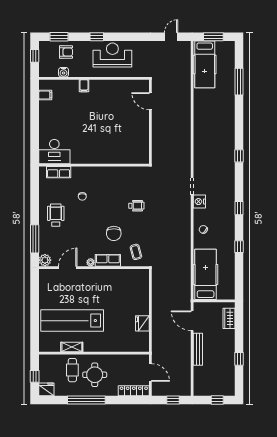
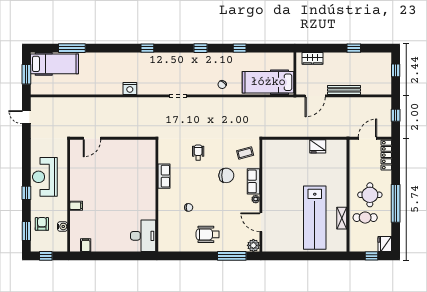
hospital bed: (205, 64) -> (55, 64), moved
row of seats: (59, 172) -> (164, 176), moved
nightstand: (199, 202) -> (130, 88), moved

